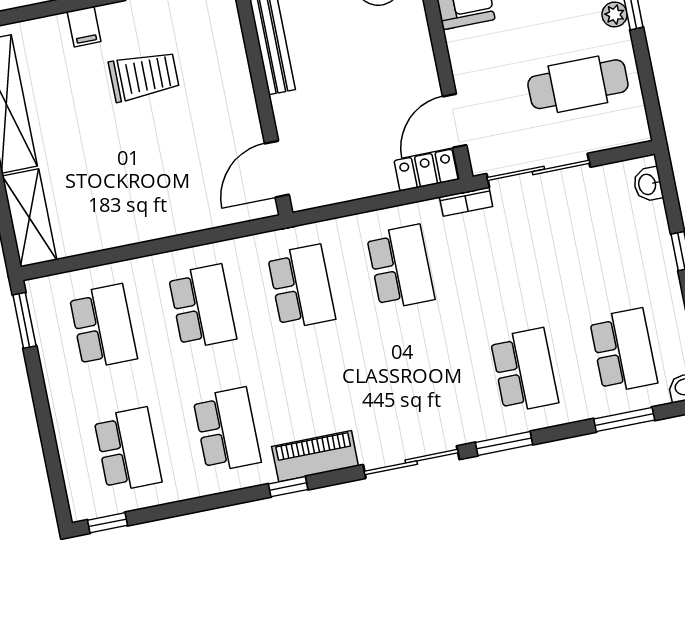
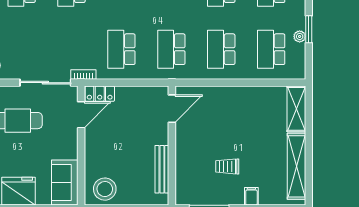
trolley: (144, 76) -> (227, 166), width x0.73, depth x0.72
window: (24, 320) -> (309, 29), moved
plant: (52, 363) -> (300, 36), added

